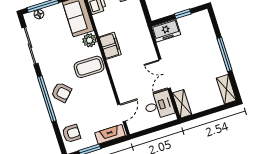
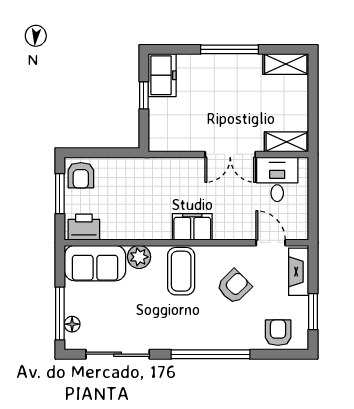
freezer: (166, 31) -> (162, 75), moved
filing cabinet: (110, 46) -> (192, 227), moved
armchair: (61, 92) -> (234, 287), moved

